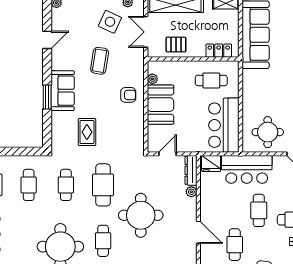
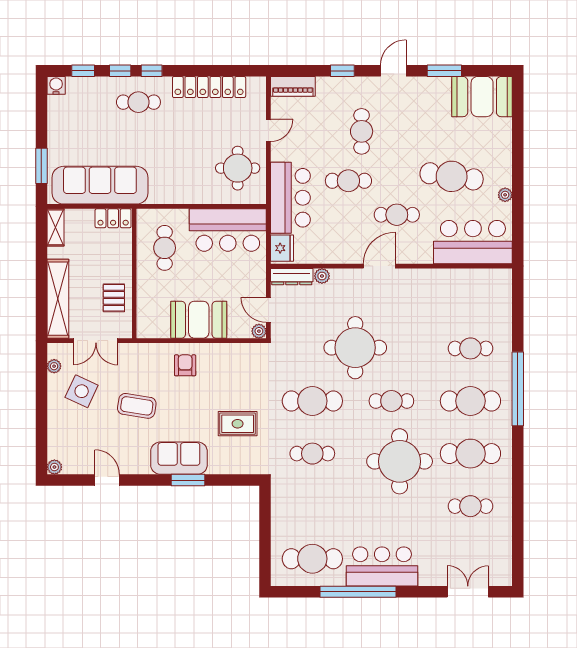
locker: (219, 51) -> (113, 218), moved, turned -90
plant: (152, 79) -> (259, 331), moved
cafe table: (29, 185) -> (312, 506), removed

